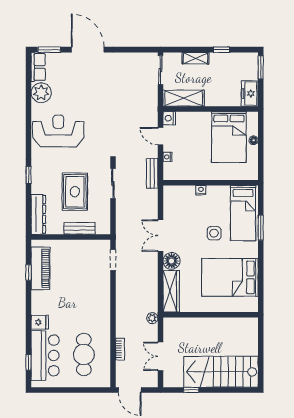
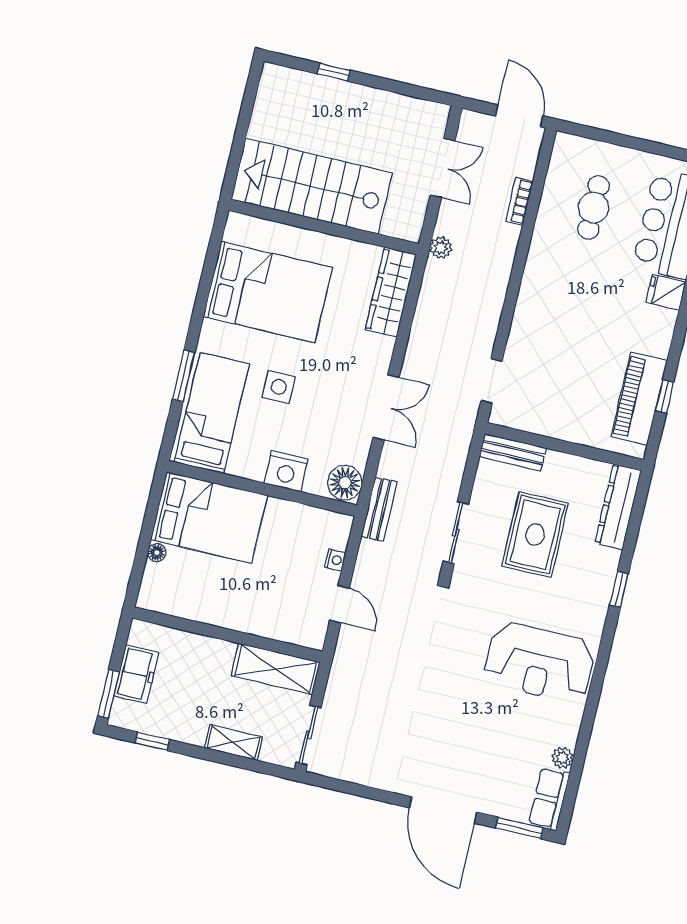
window: (222, 50) -> (152, 741), moved
plant: (41, 93) -> (562, 758), width x0.53, depth x0.53
freezer: (250, 93) -> (136, 674), moved
nightstand: (169, 118) -> (314, 636), removed
bed: (229, 137) -> (209, 517), moved, turned 90
bench: (152, 173) -> (379, 509), moved
nightstand: (201, 190) -> (286, 471), width x1.89, depth x1.79
bench: (80, 228) -> (513, 452), moved
floor lamp: (172, 261) -> (345, 483), moved
cafe table: (84, 354) -> (593, 208), width x0.73, depth x0.74
stairs: (221, 372) -> (312, 186), moved, turned 180
window: (191, 390) -> (334, 72), moved

